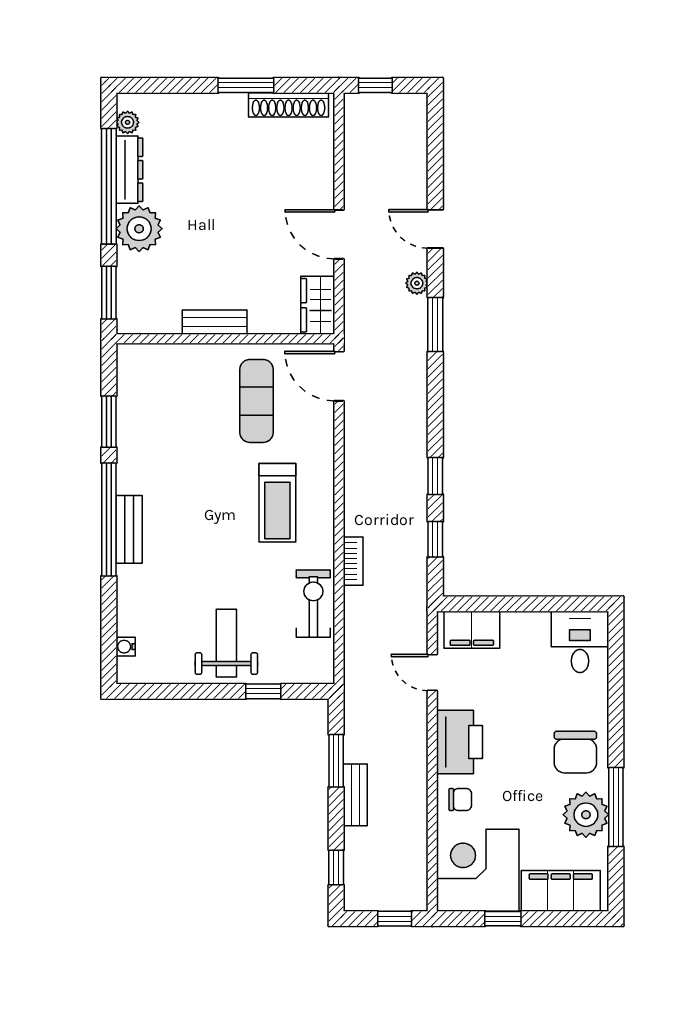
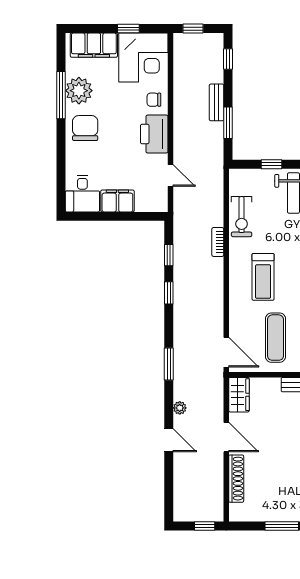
shoe rack: (289, 105) -> (236, 479), moved, turned 90
window: (435, 325) -> (169, 364), moved
treadmill: (277, 503) -> (263, 277), turned 180
filing cabinet: (472, 630) -> (117, 201), moved

